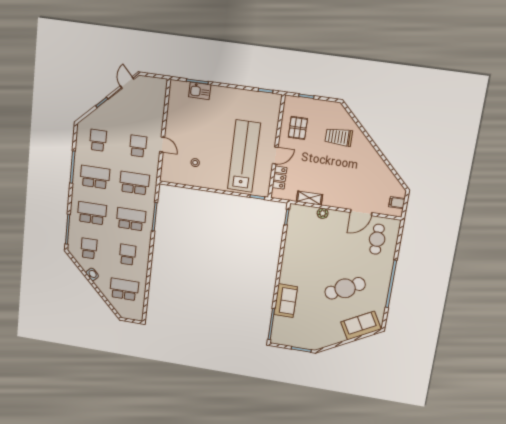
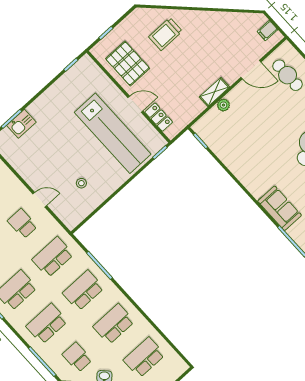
pallet: (298, 128) -> (128, 64), width x1.50, depth x1.42
door: (275, 155) -> (135, 104), hinge flipped
lab bench: (244, 156) -> (113, 133), turned 180
shelving: (309, 198) -> (214, 92), moved
door: (361, 213) -> (251, 70), hinge flipped
school desk: (127, 255) -> (114, 324), width x1.85

